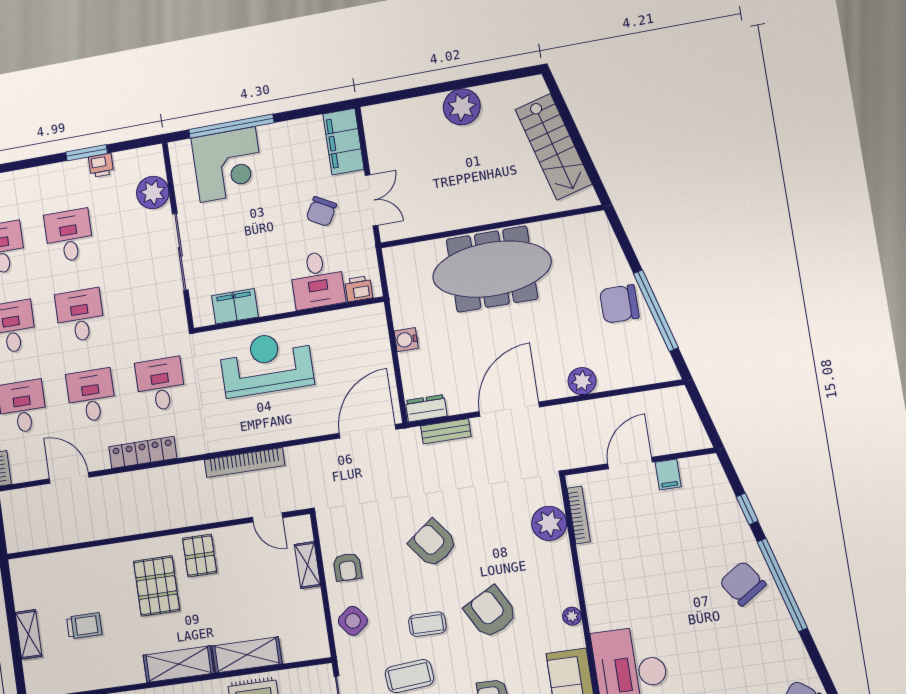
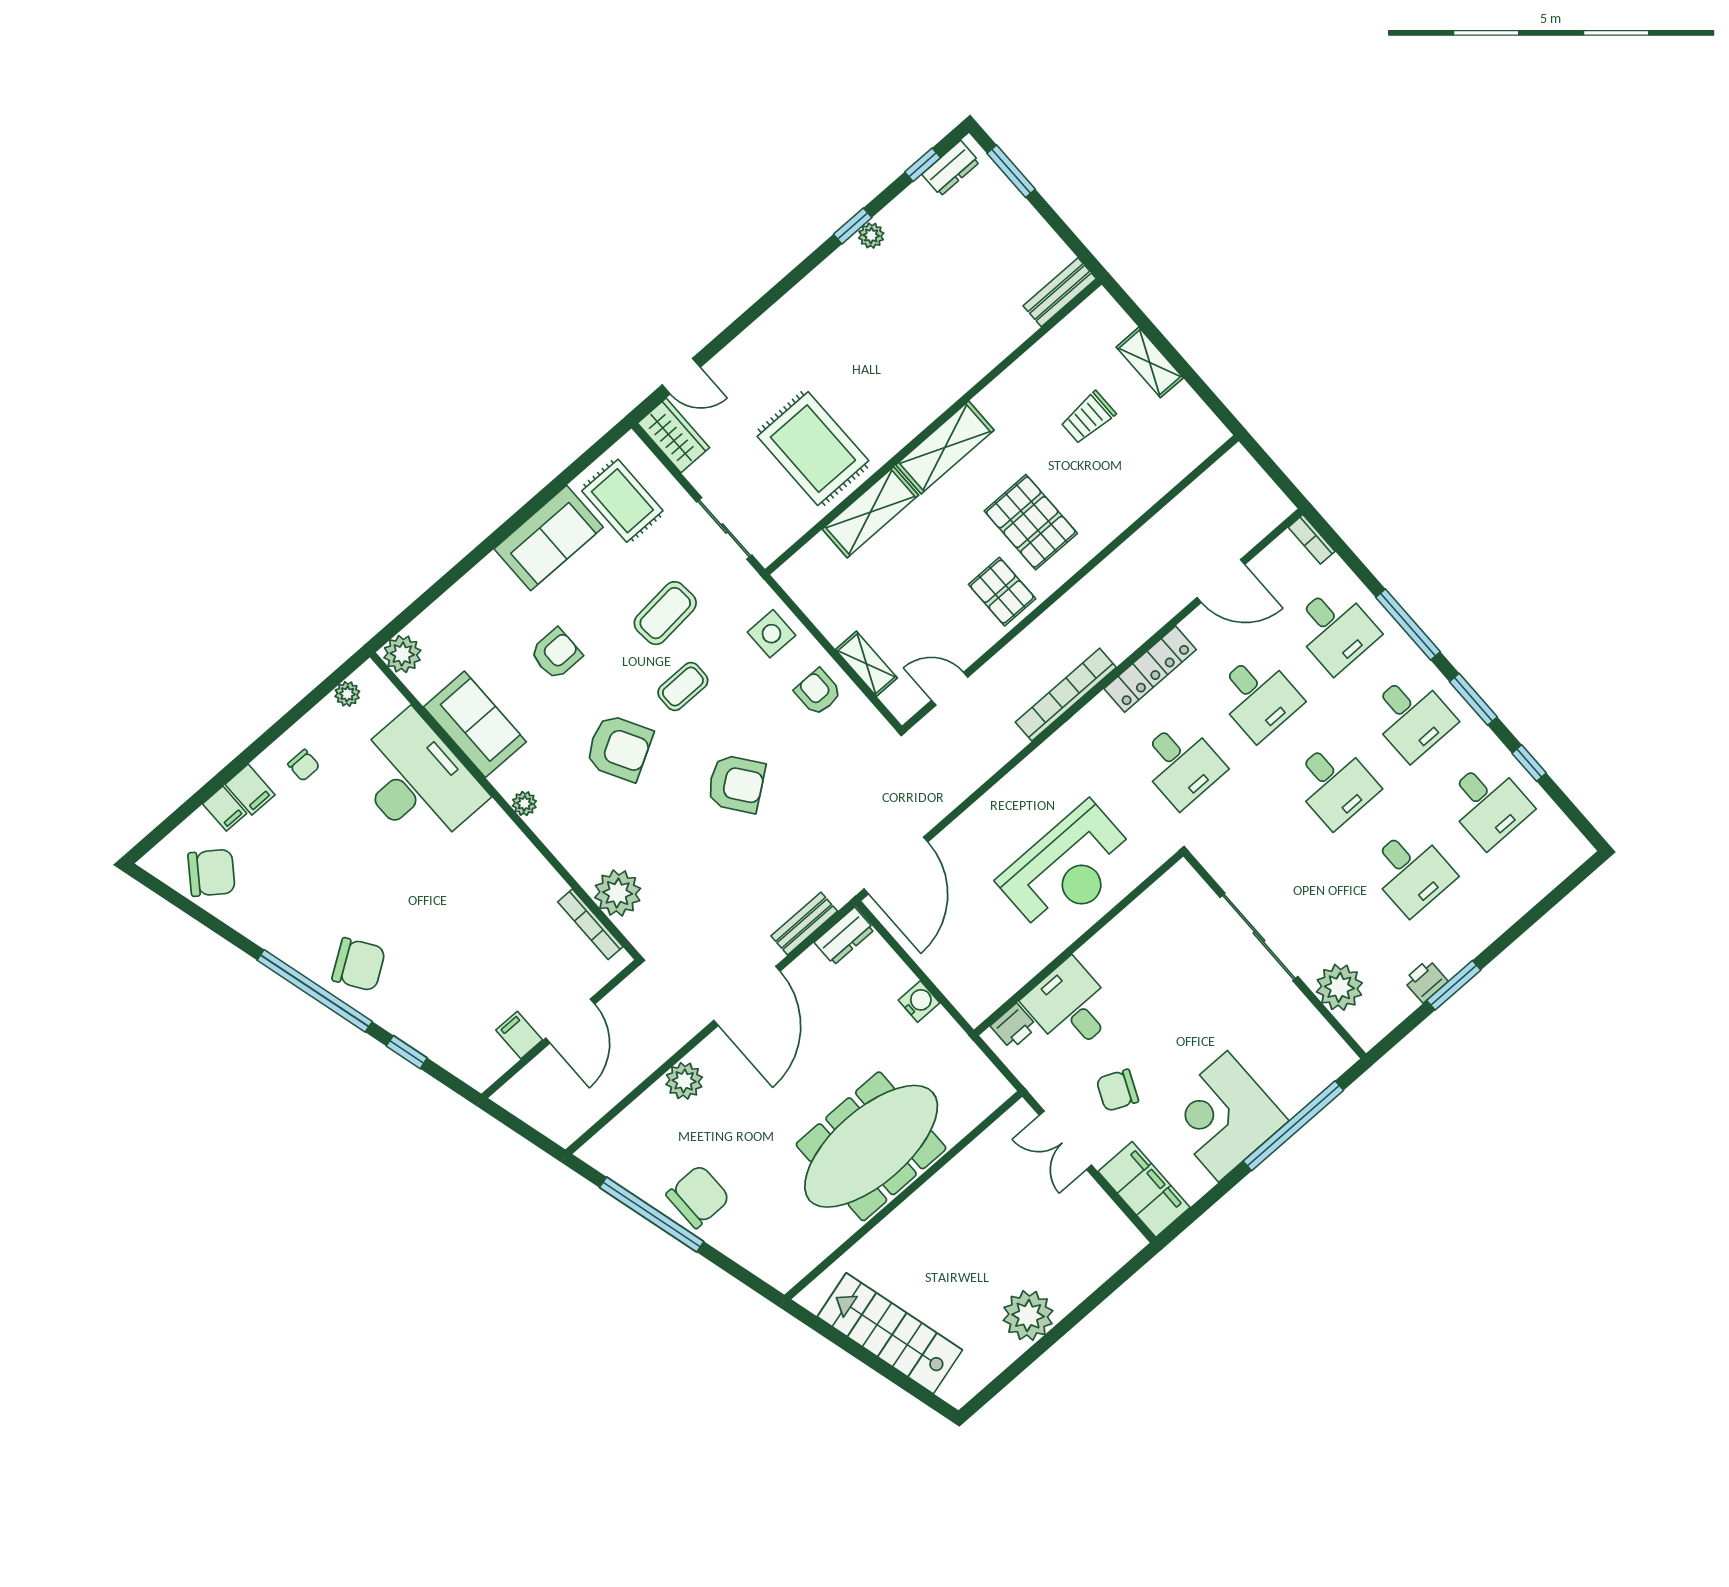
corner desk: (228, 165) -> (1223, 1116), moved
chair: (321, 211) -> (1117, 1090), turned -95
filing cabinet: (235, 306) -> (1150, 913), removed
bookcase: (245, 463) -> (1066, 695), moved
side table: (353, 621) -> (771, 634), turned 38

